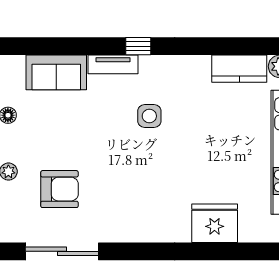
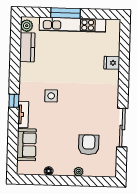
fridge: (215, 223) -> (112, 63), width x0.53, depth x0.75
sliding door: (62, 251) -> (122, 128), moved

